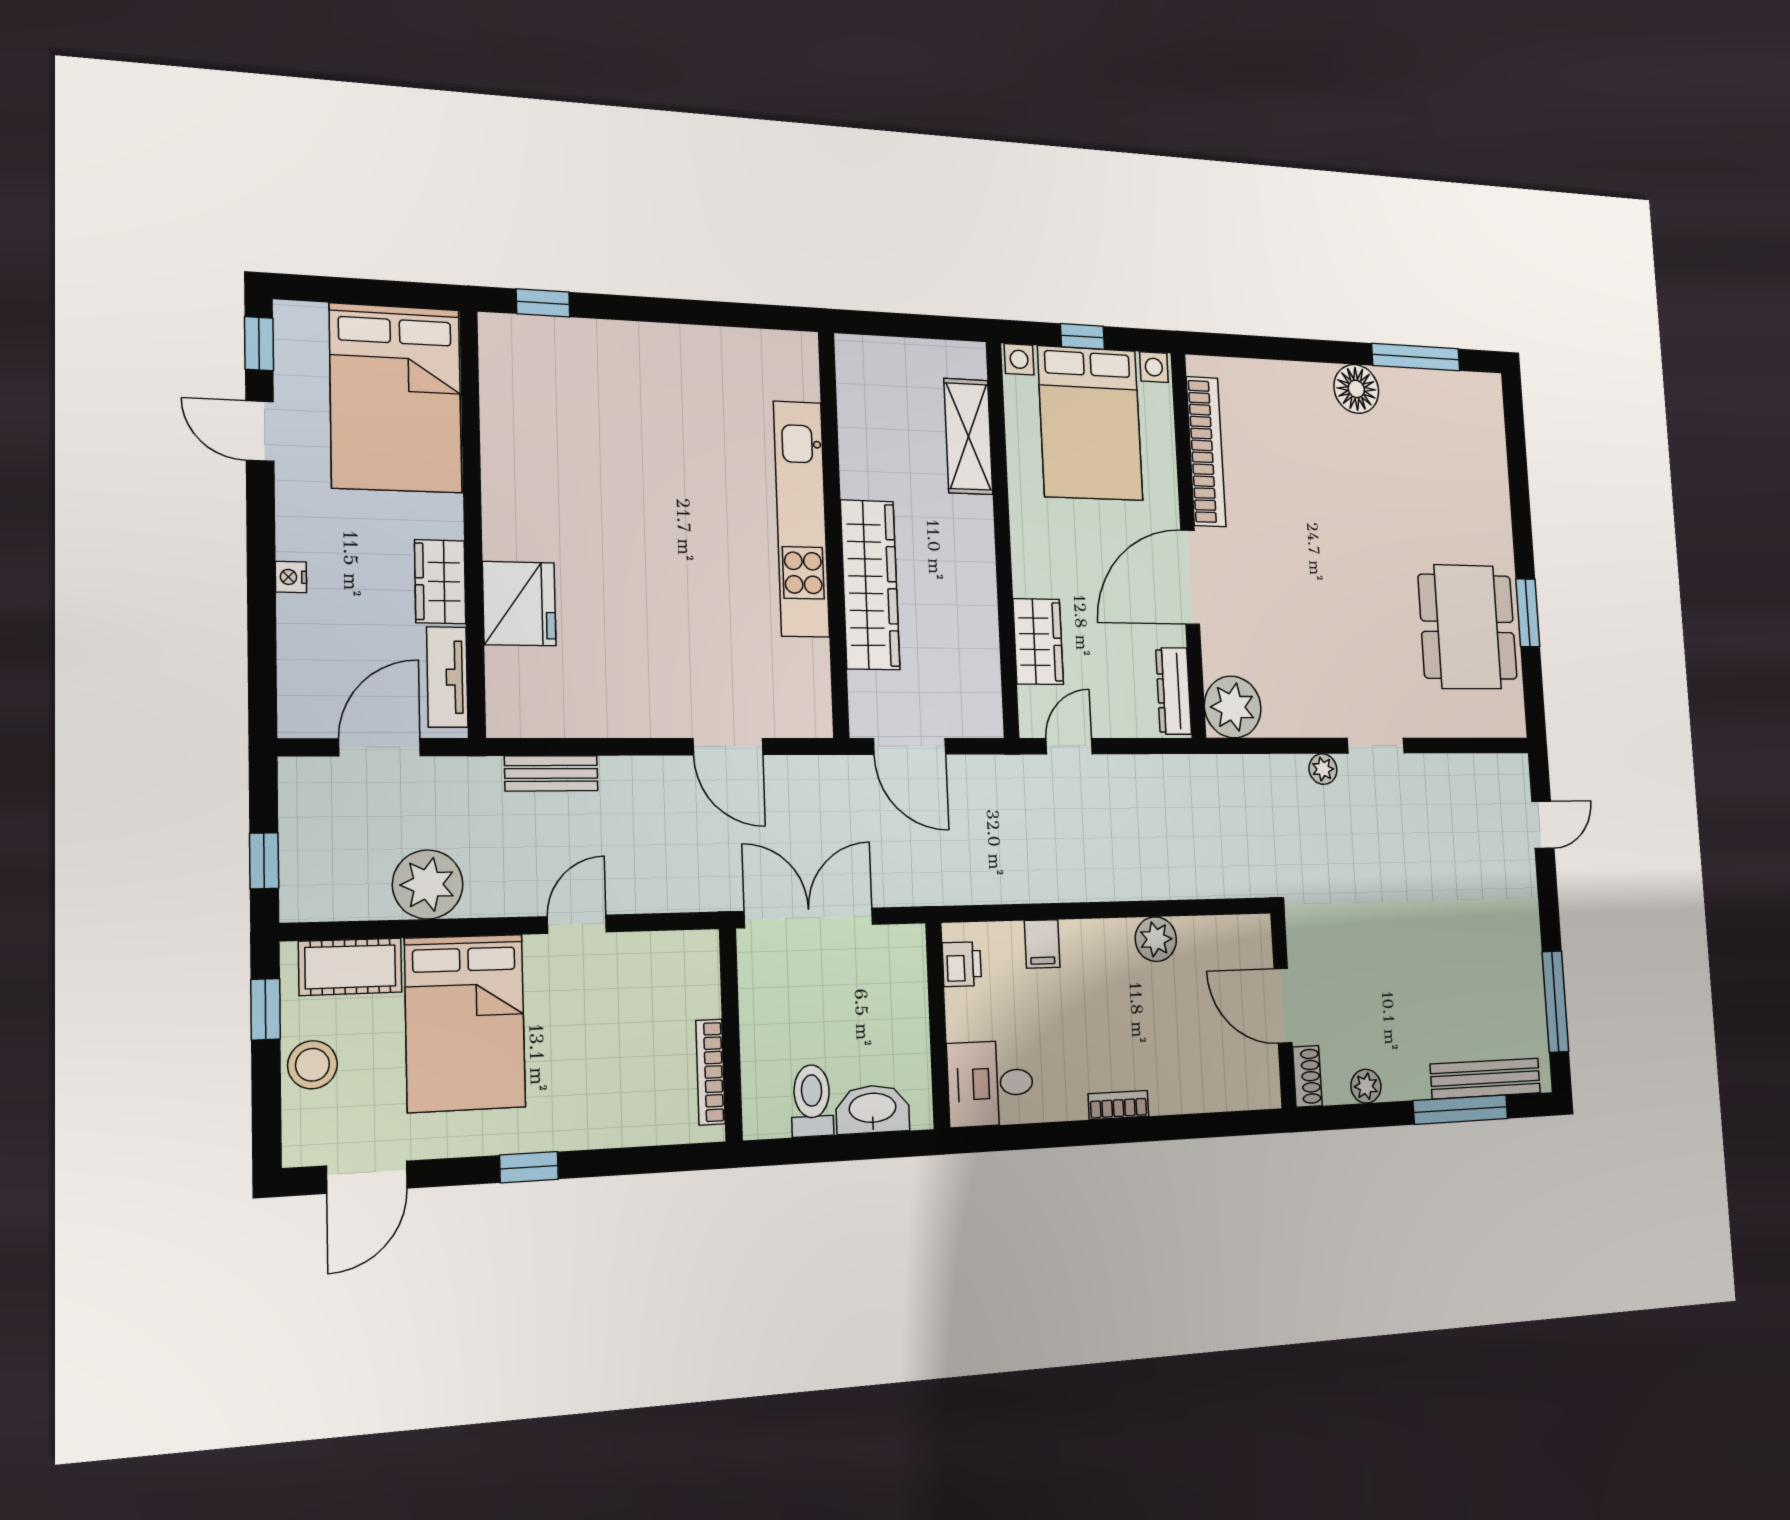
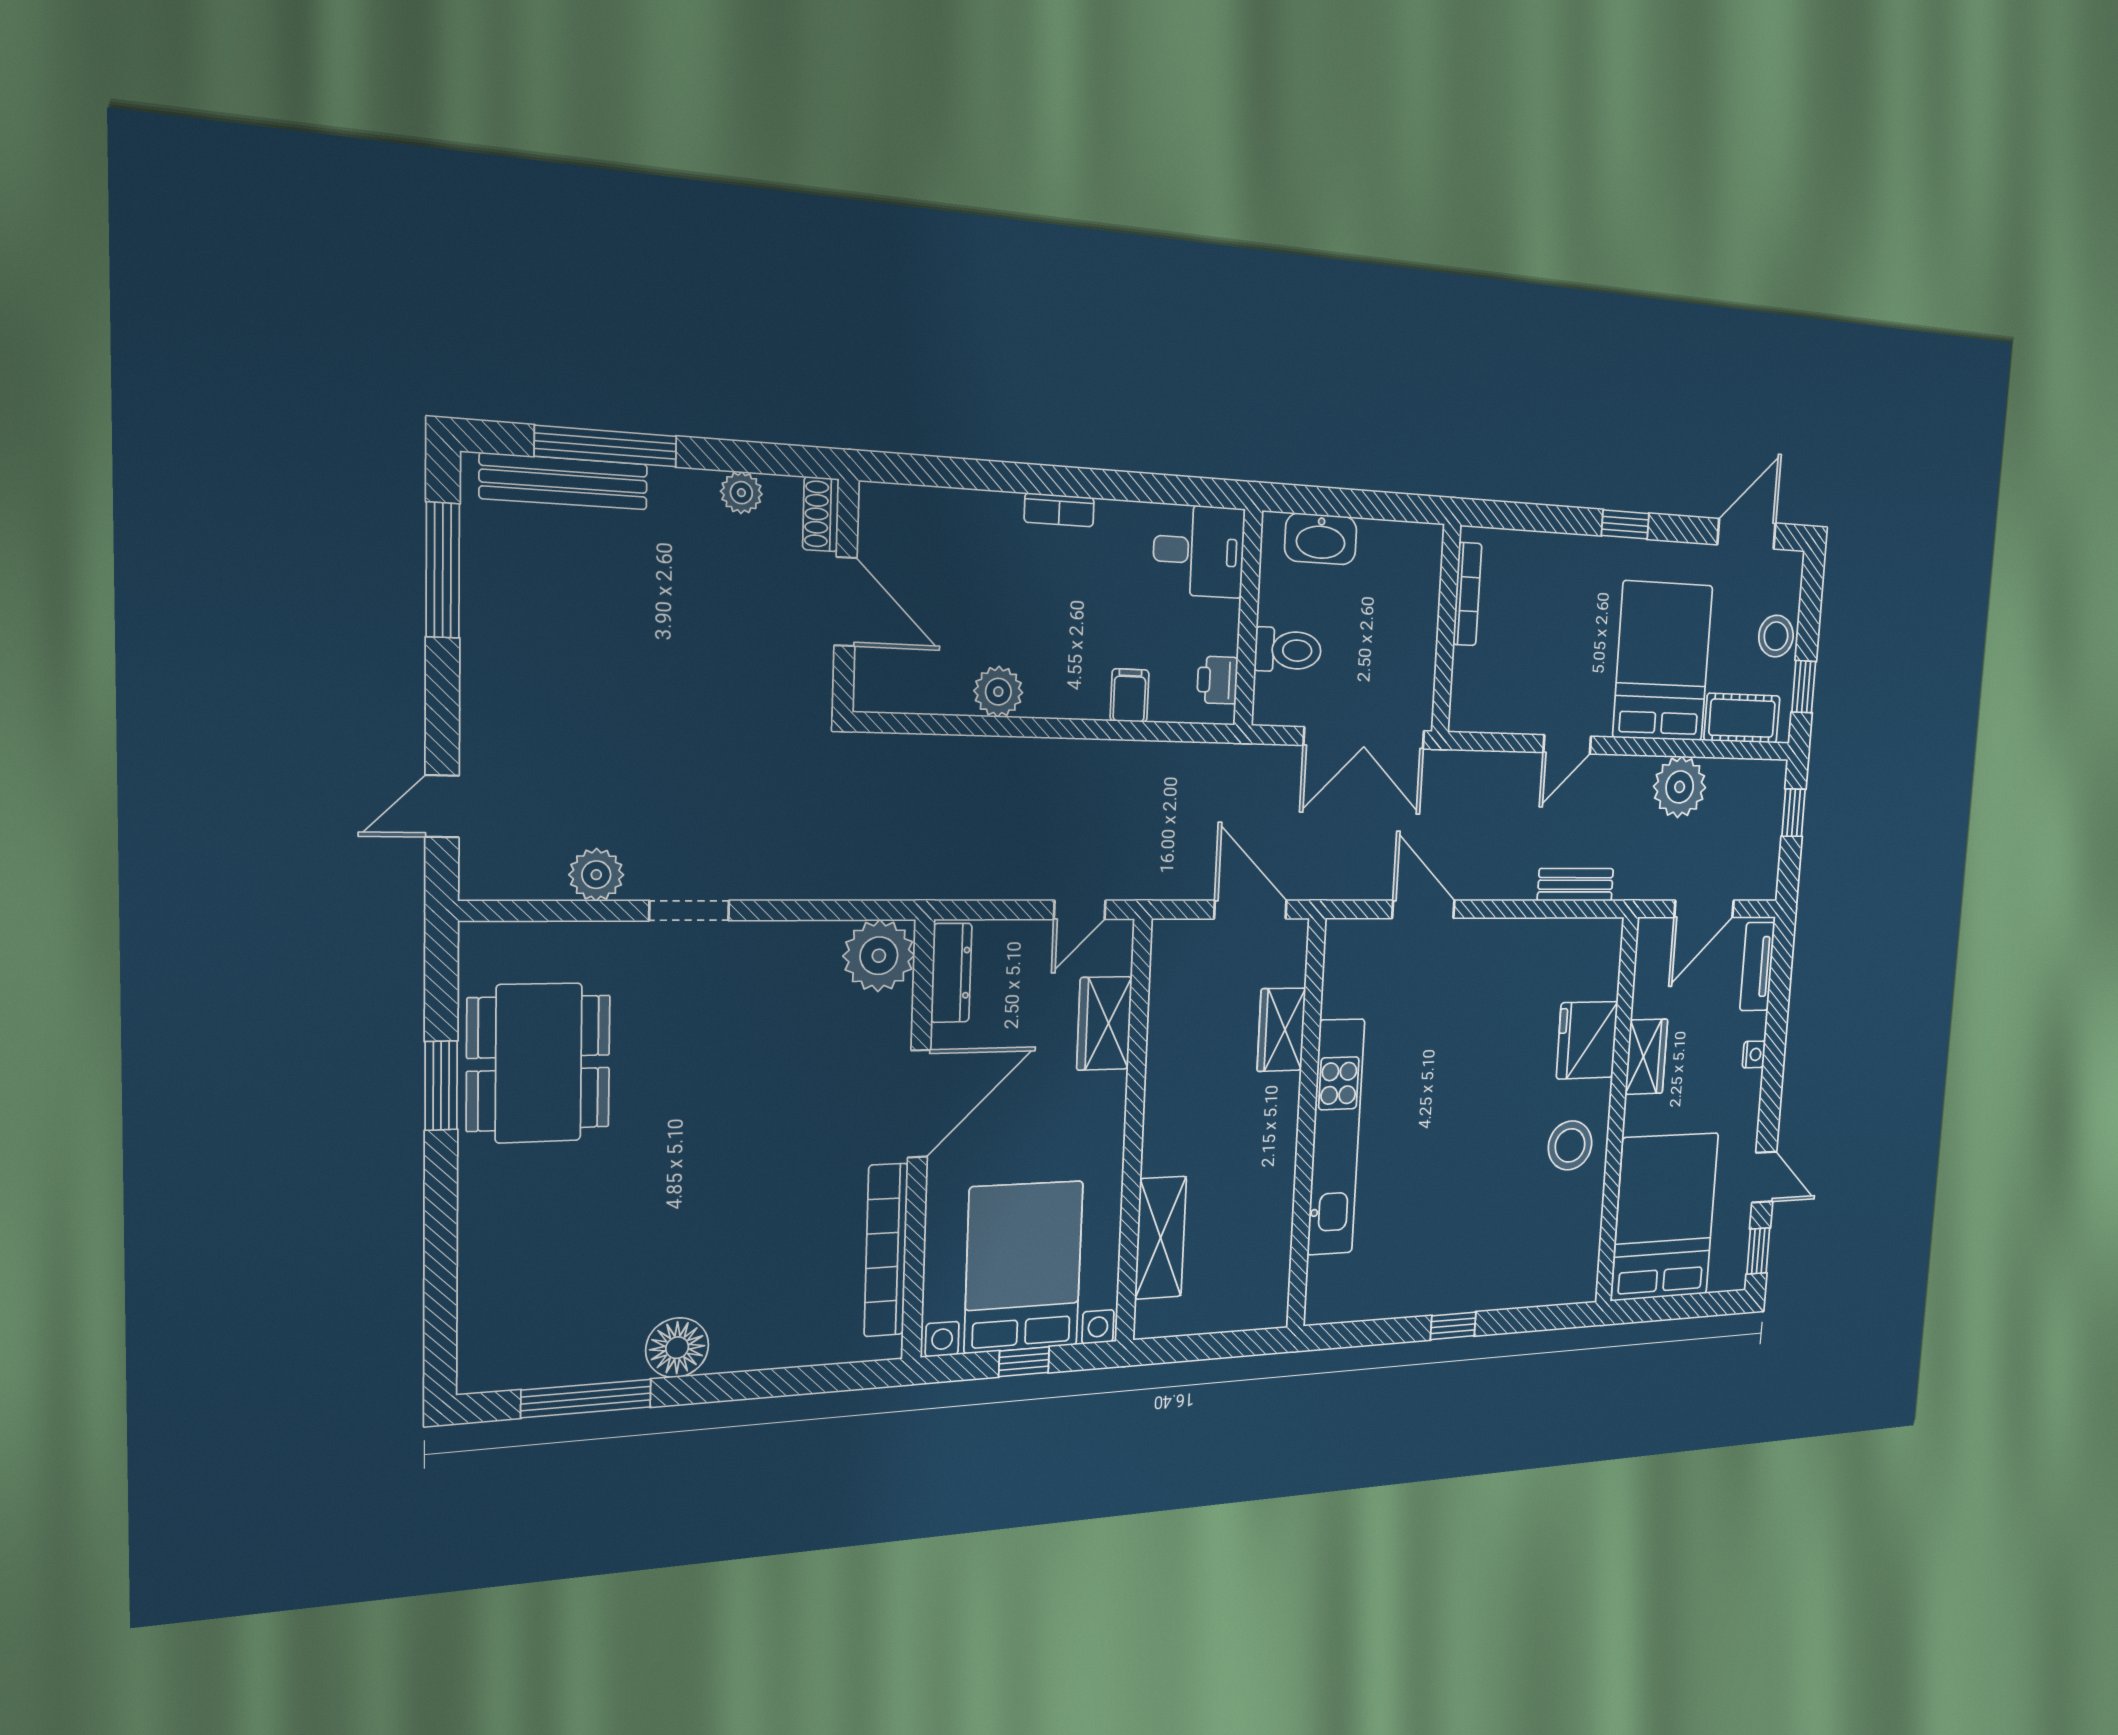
window: (543, 303) -> (1453, 1326), moved
stool: (529, 489) -> (1570, 1145), added
wardrobe: (870, 585) -> (1281, 1030), width x0.48, depth x0.85
tv unit: (447, 677) -> (1757, 967), moved, turned 180
plant: (1323, 769) -> (596, 875), moved, width x1.38, depth x1.38
toilet: (812, 1101) -> (1288, 650), moved, turned -90

